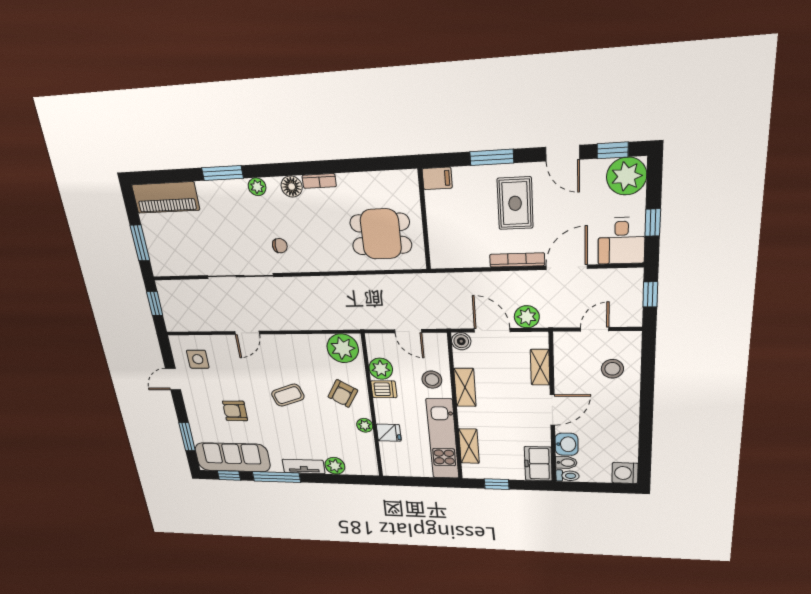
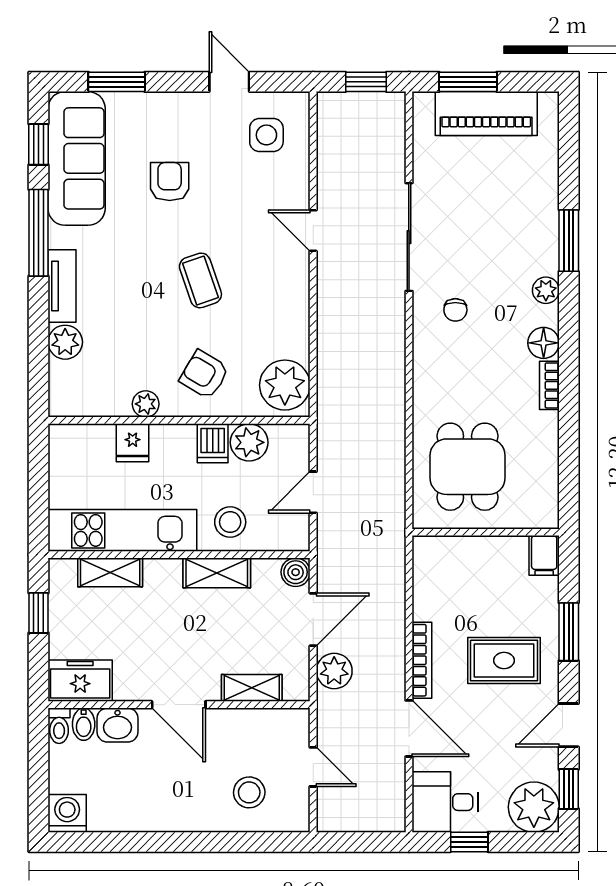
piano: (166, 198) -> (486, 114), moved, turned -90
window: (650, 294) -> (366, 842), removed

